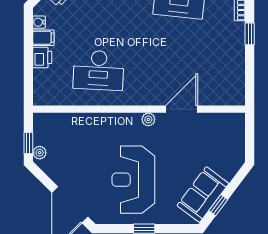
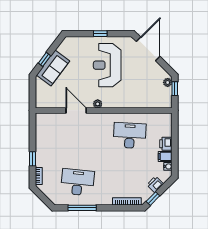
door: (182, 109) -> (76, 110), swing flipped
reception desk: (133, 180) -> (107, 65), turned 180
sofa: (203, 195) -> (53, 68), moved
window: (218, 205) -> (45, 59), moved

